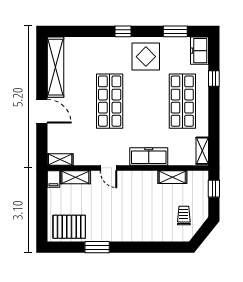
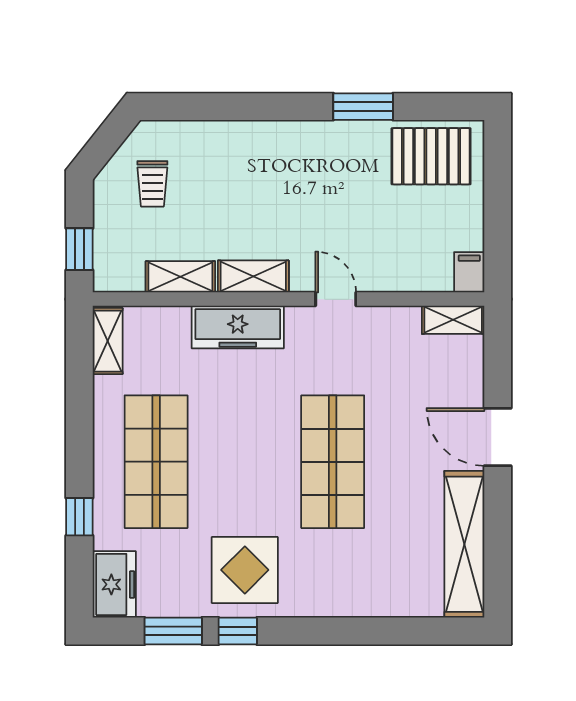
window: (123, 31) -> (238, 631), moved
shelving: (75, 177) -> (253, 276), moved

